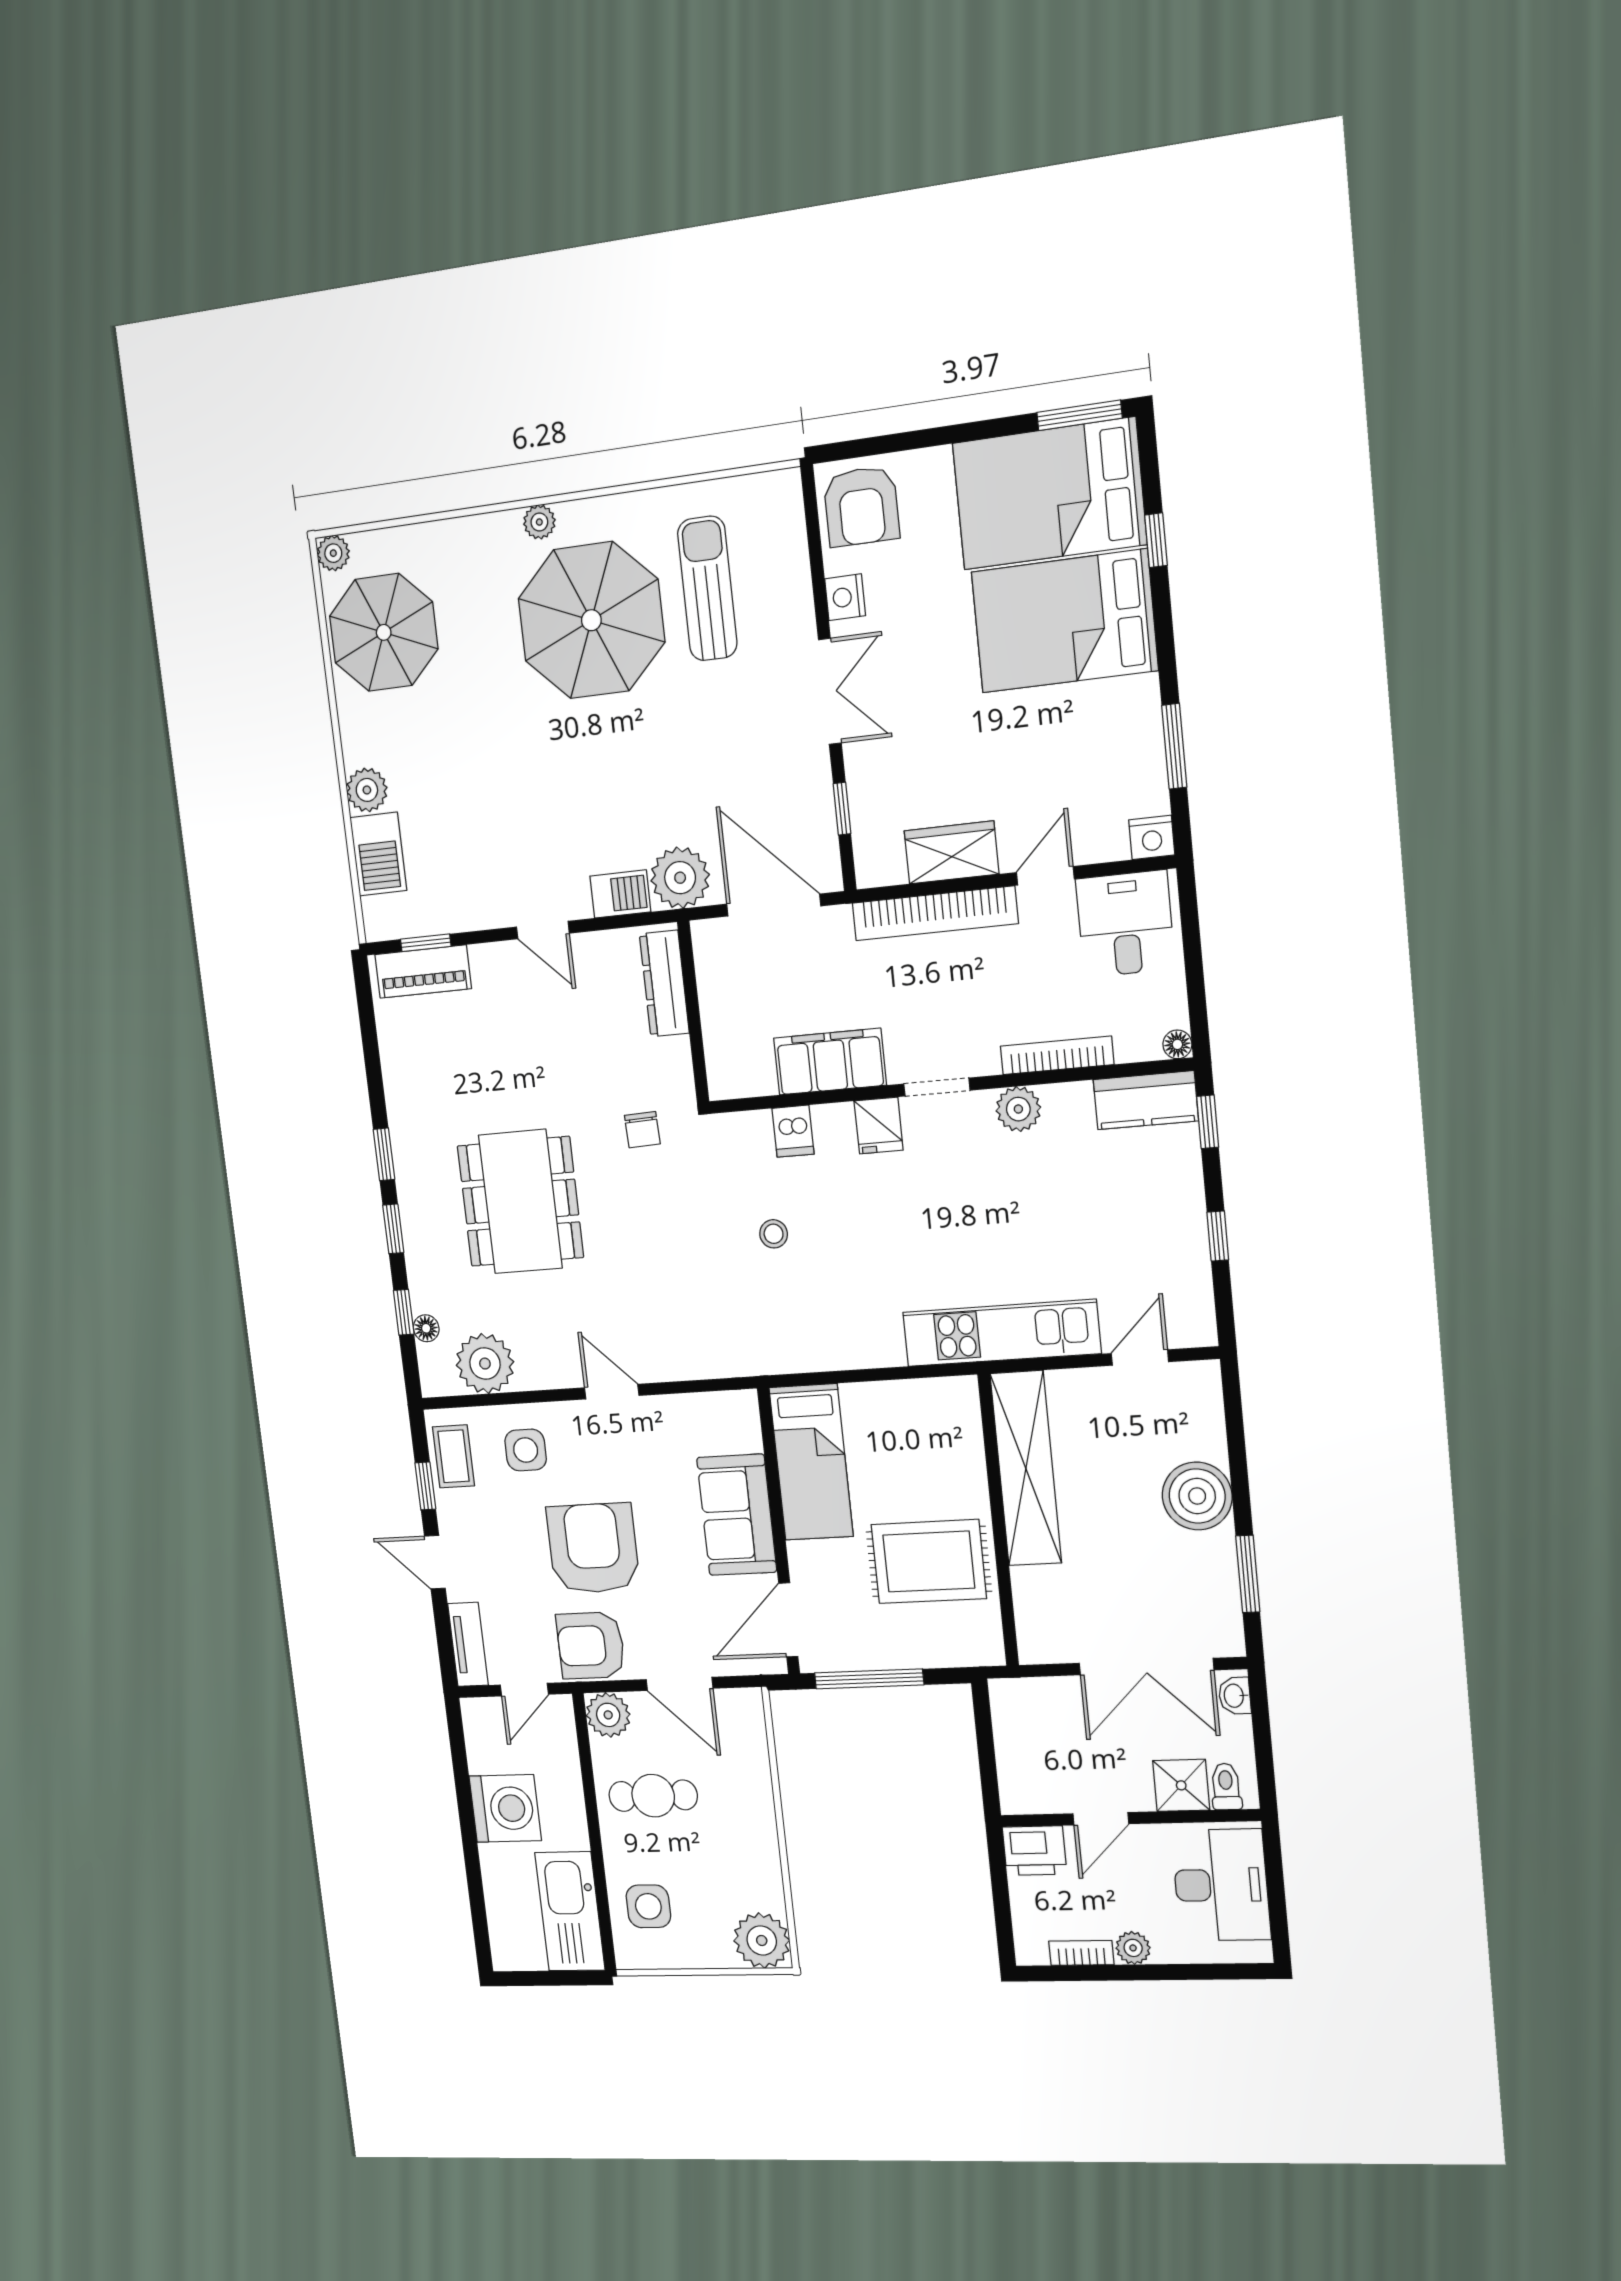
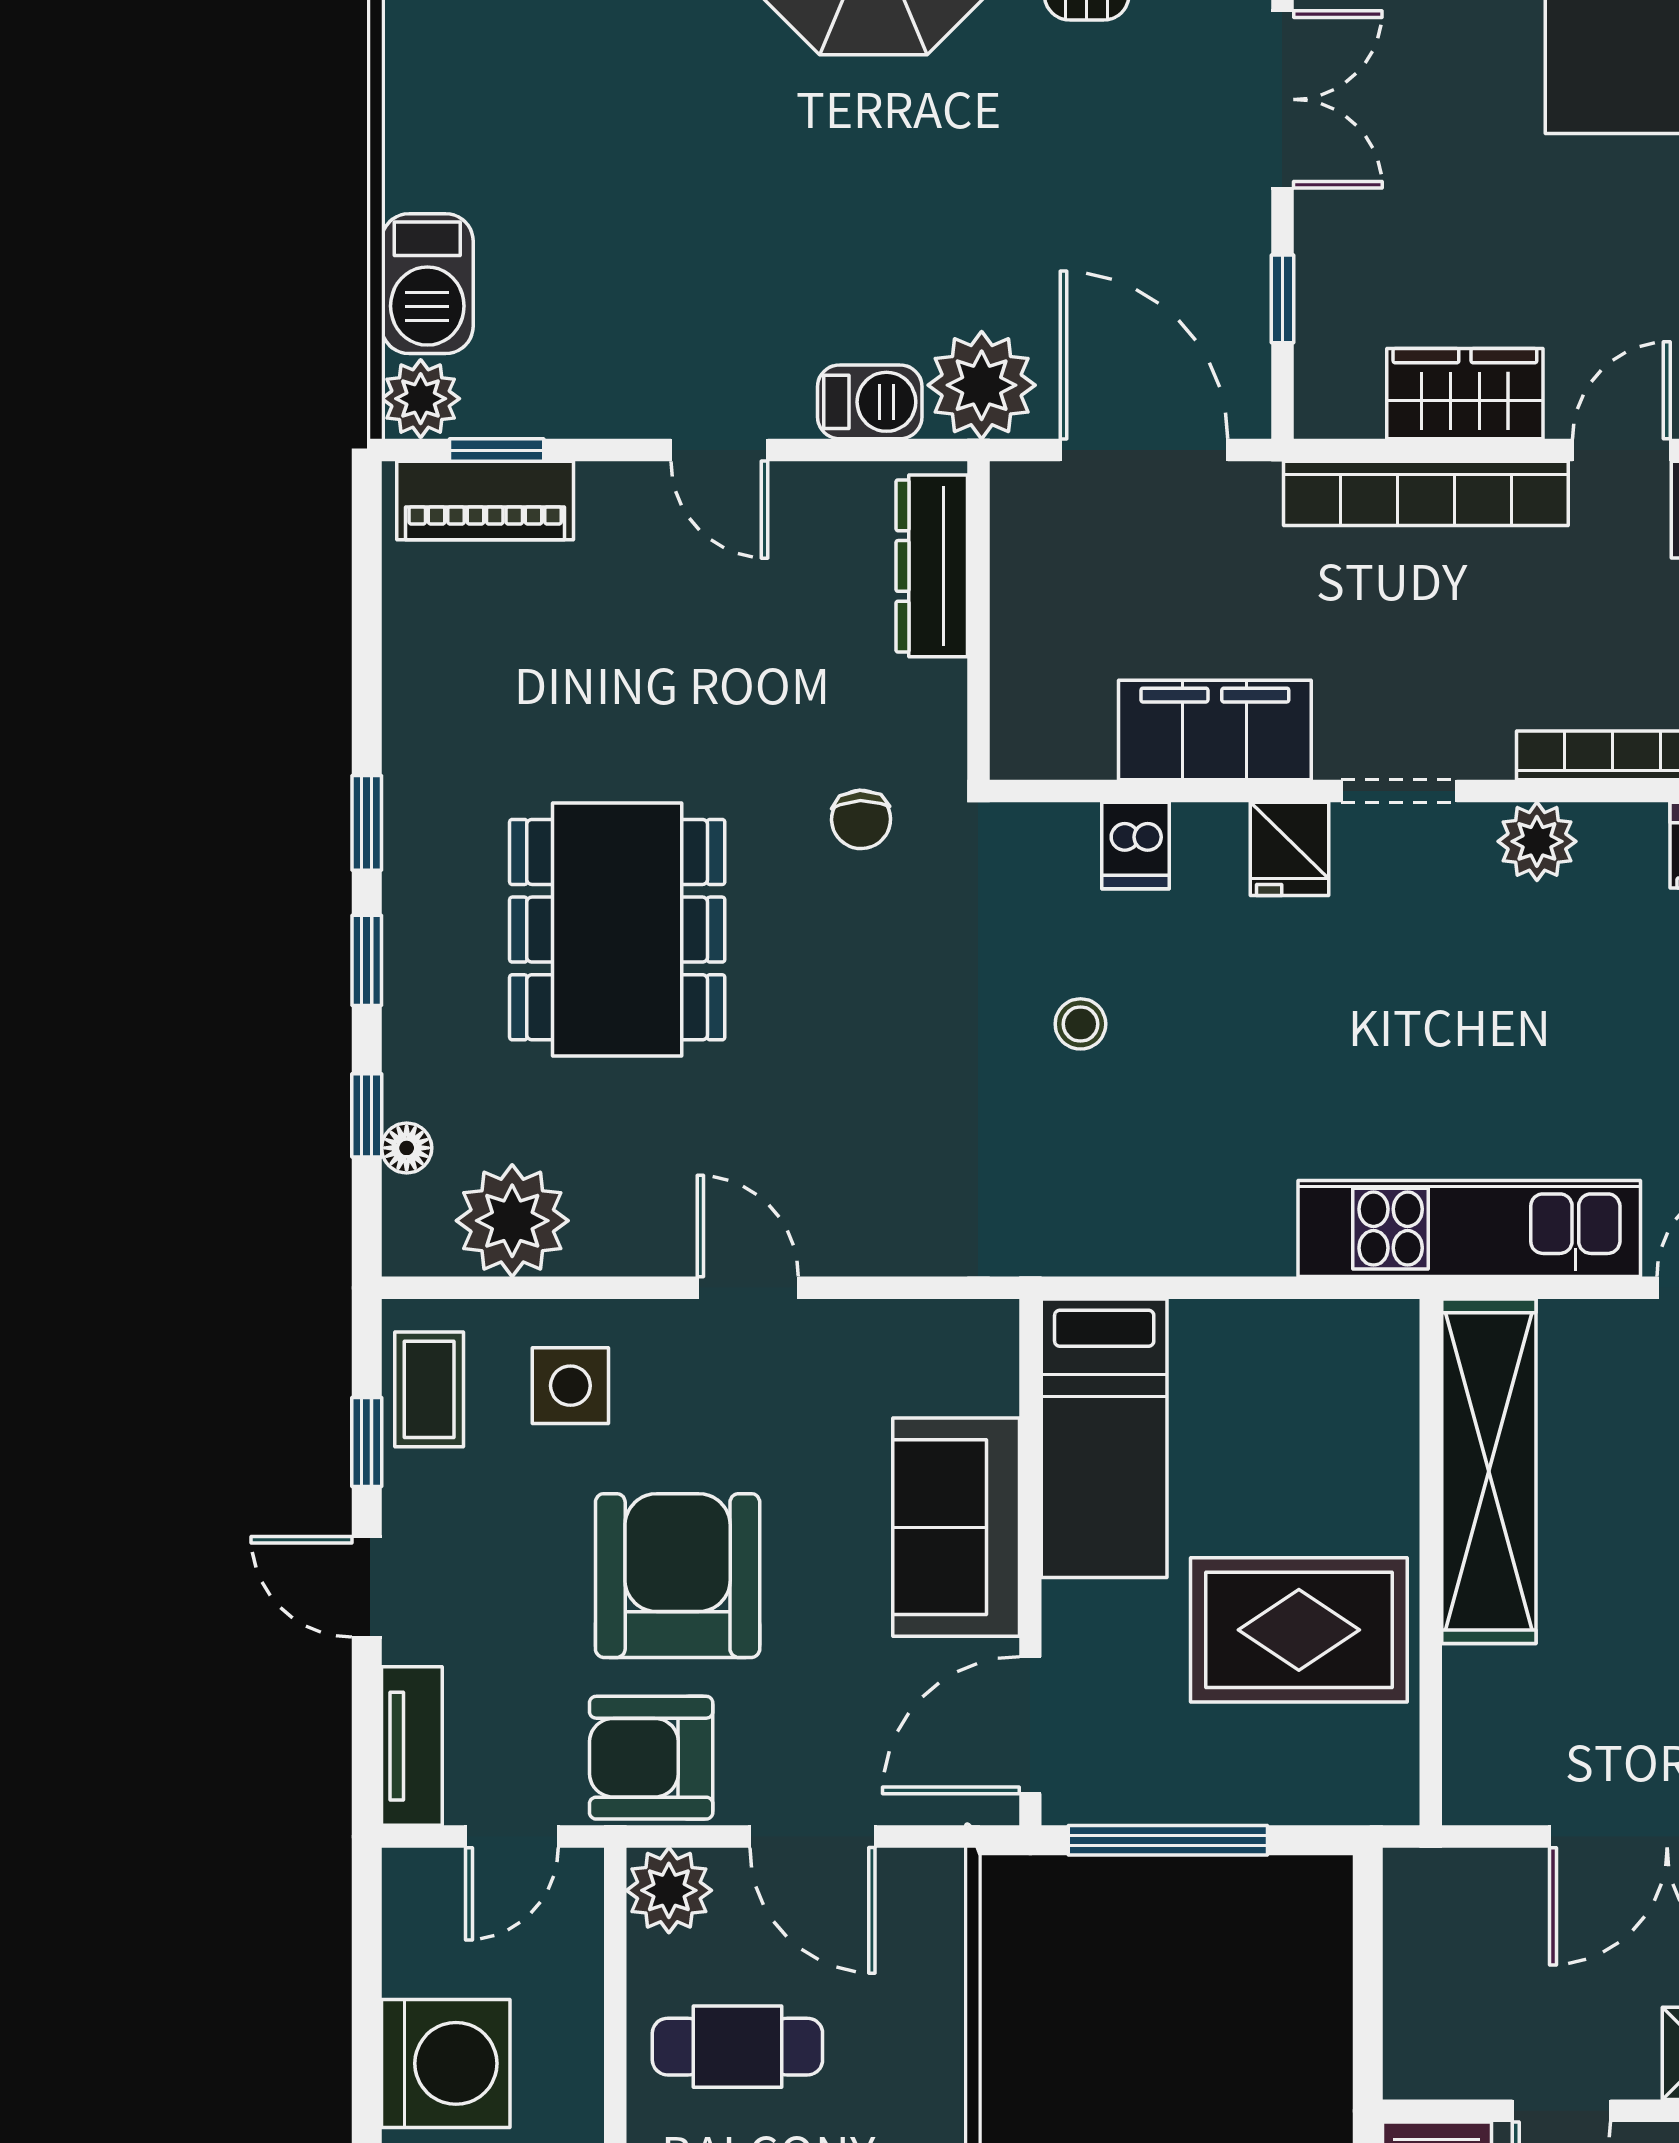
plant: (367, 790) -> (421, 399), moved

